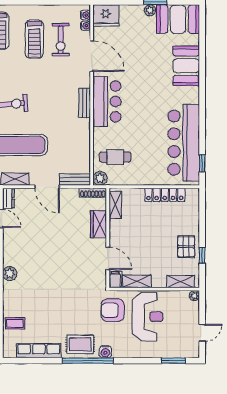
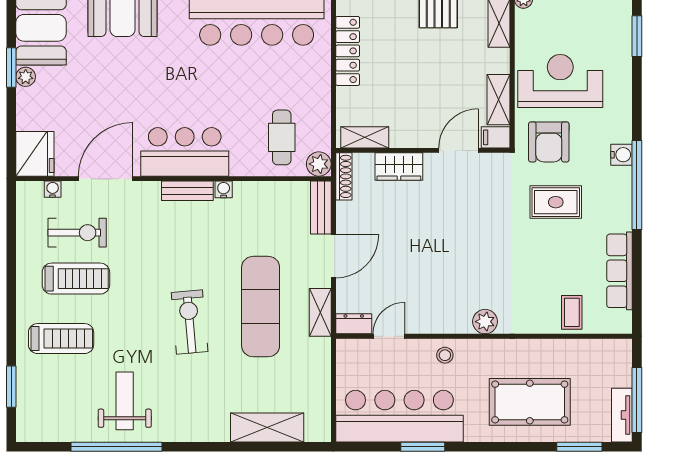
water cooler: (85, 15) -> (224, 189), moved
rug: (80, 344) -> (556, 202), moved, turned 90

